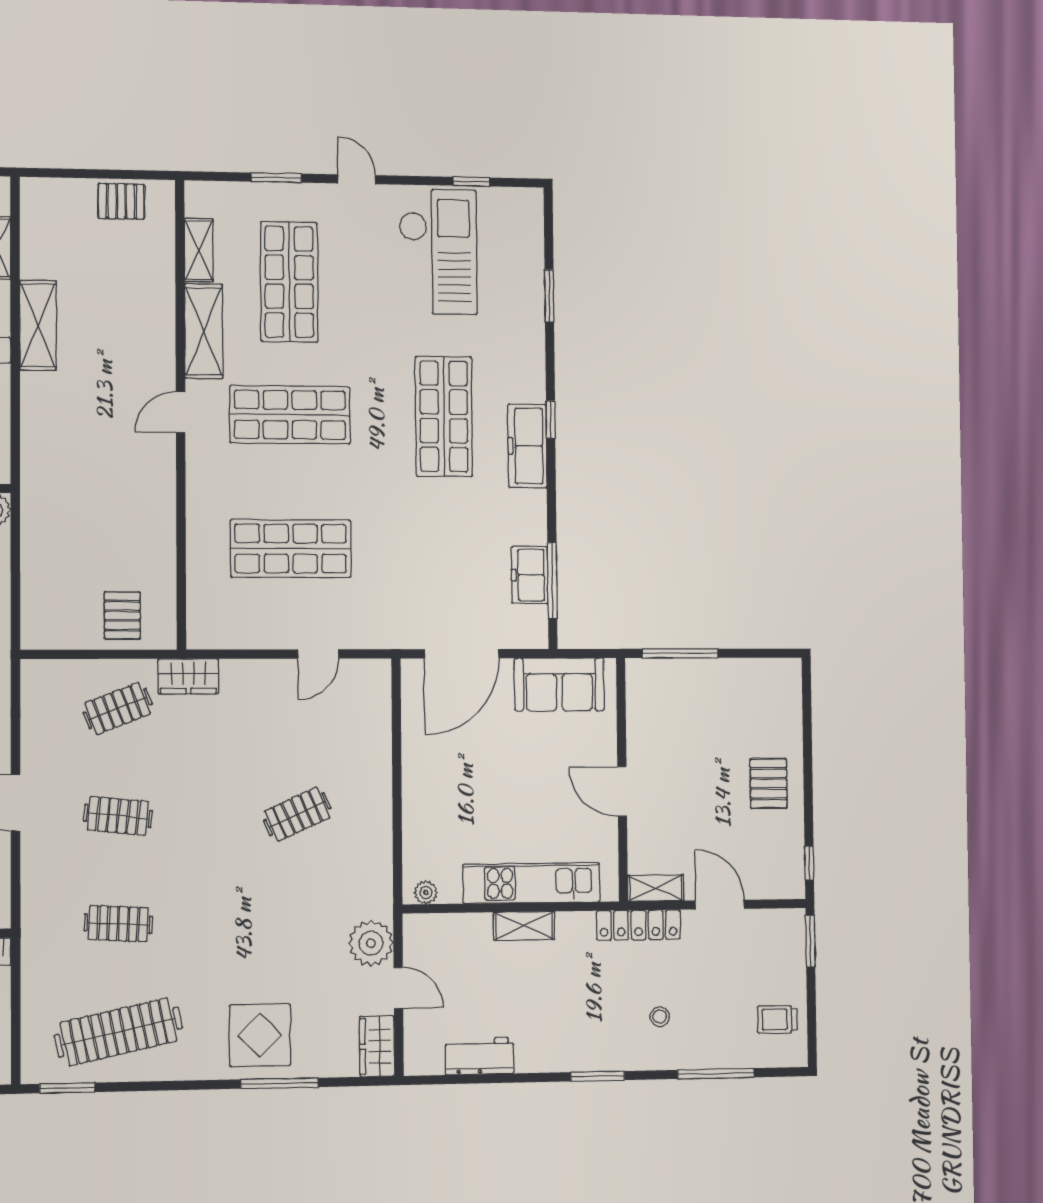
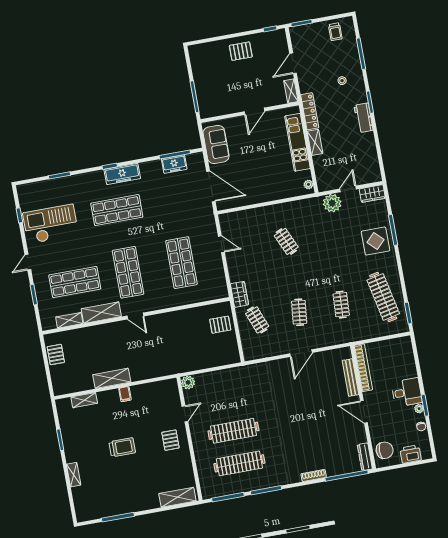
locker: (638, 925) -> (310, 111), moved
workbench: (479, 1056) -> (363, 118), moved

